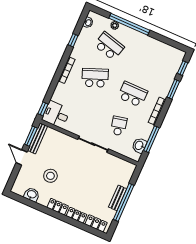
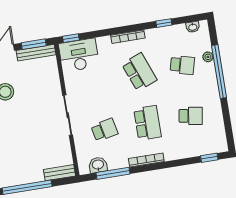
school desk: (109, 46) -> (182, 65), width x0.54
school desk: (147, 62) -> (191, 116), added
window: (173, 89) -> (181, 162), removed
desk: (56, 114) -> (79, 55), width x1.37
bench: (118, 198) -> (59, 173), moved

